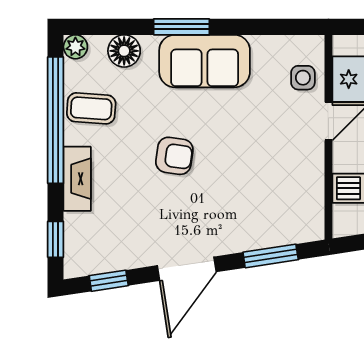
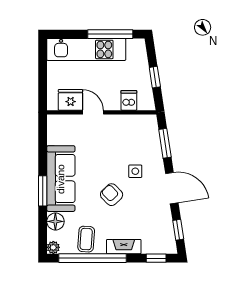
sofa: (205, 61) -> (61, 179), width x1.36
side table: (303, 78) -> (135, 171), moved
armchair: (174, 156) -> (112, 195), turned -52

